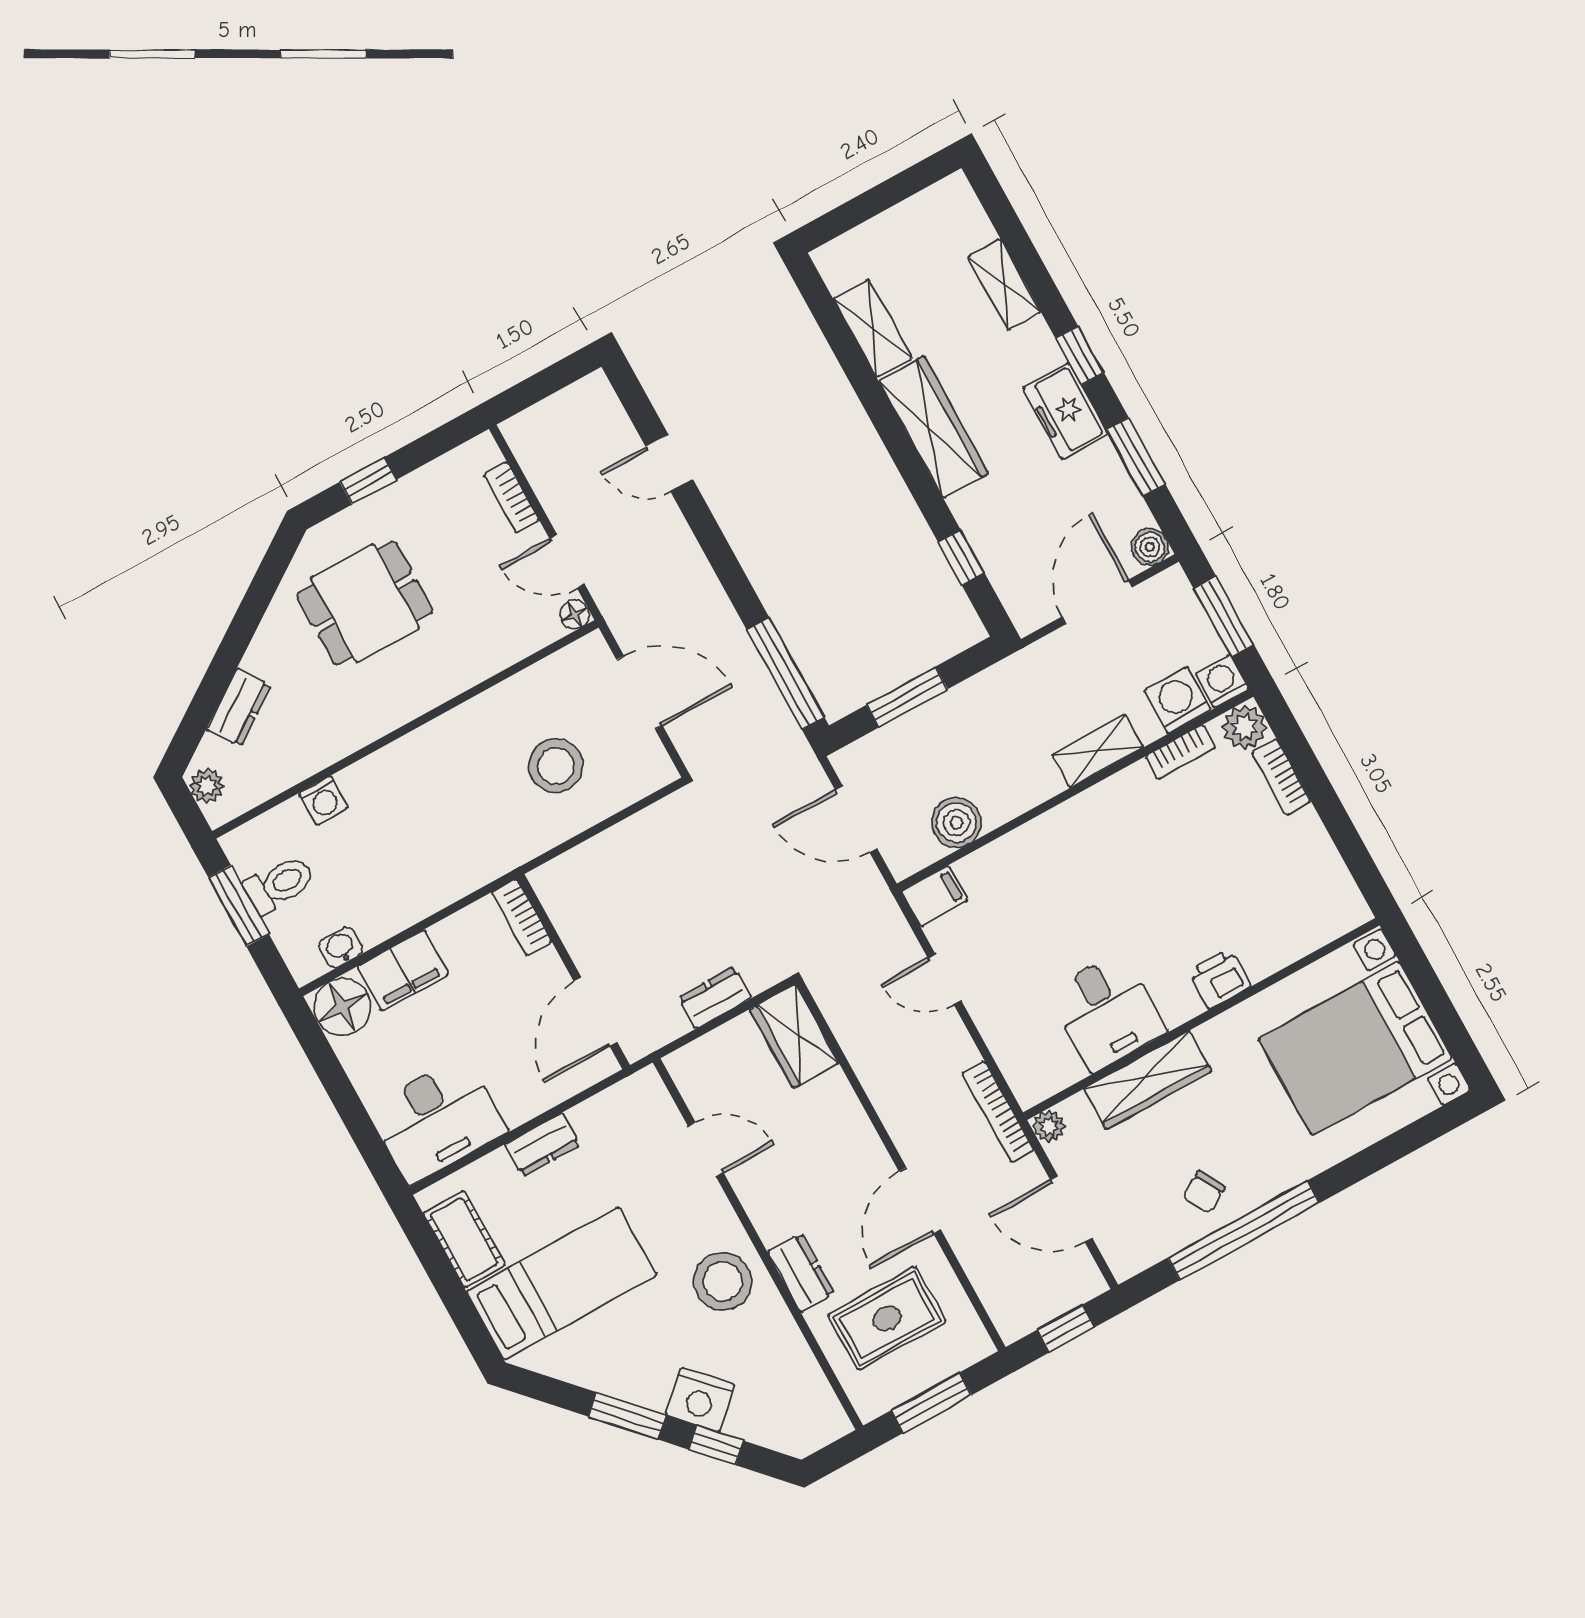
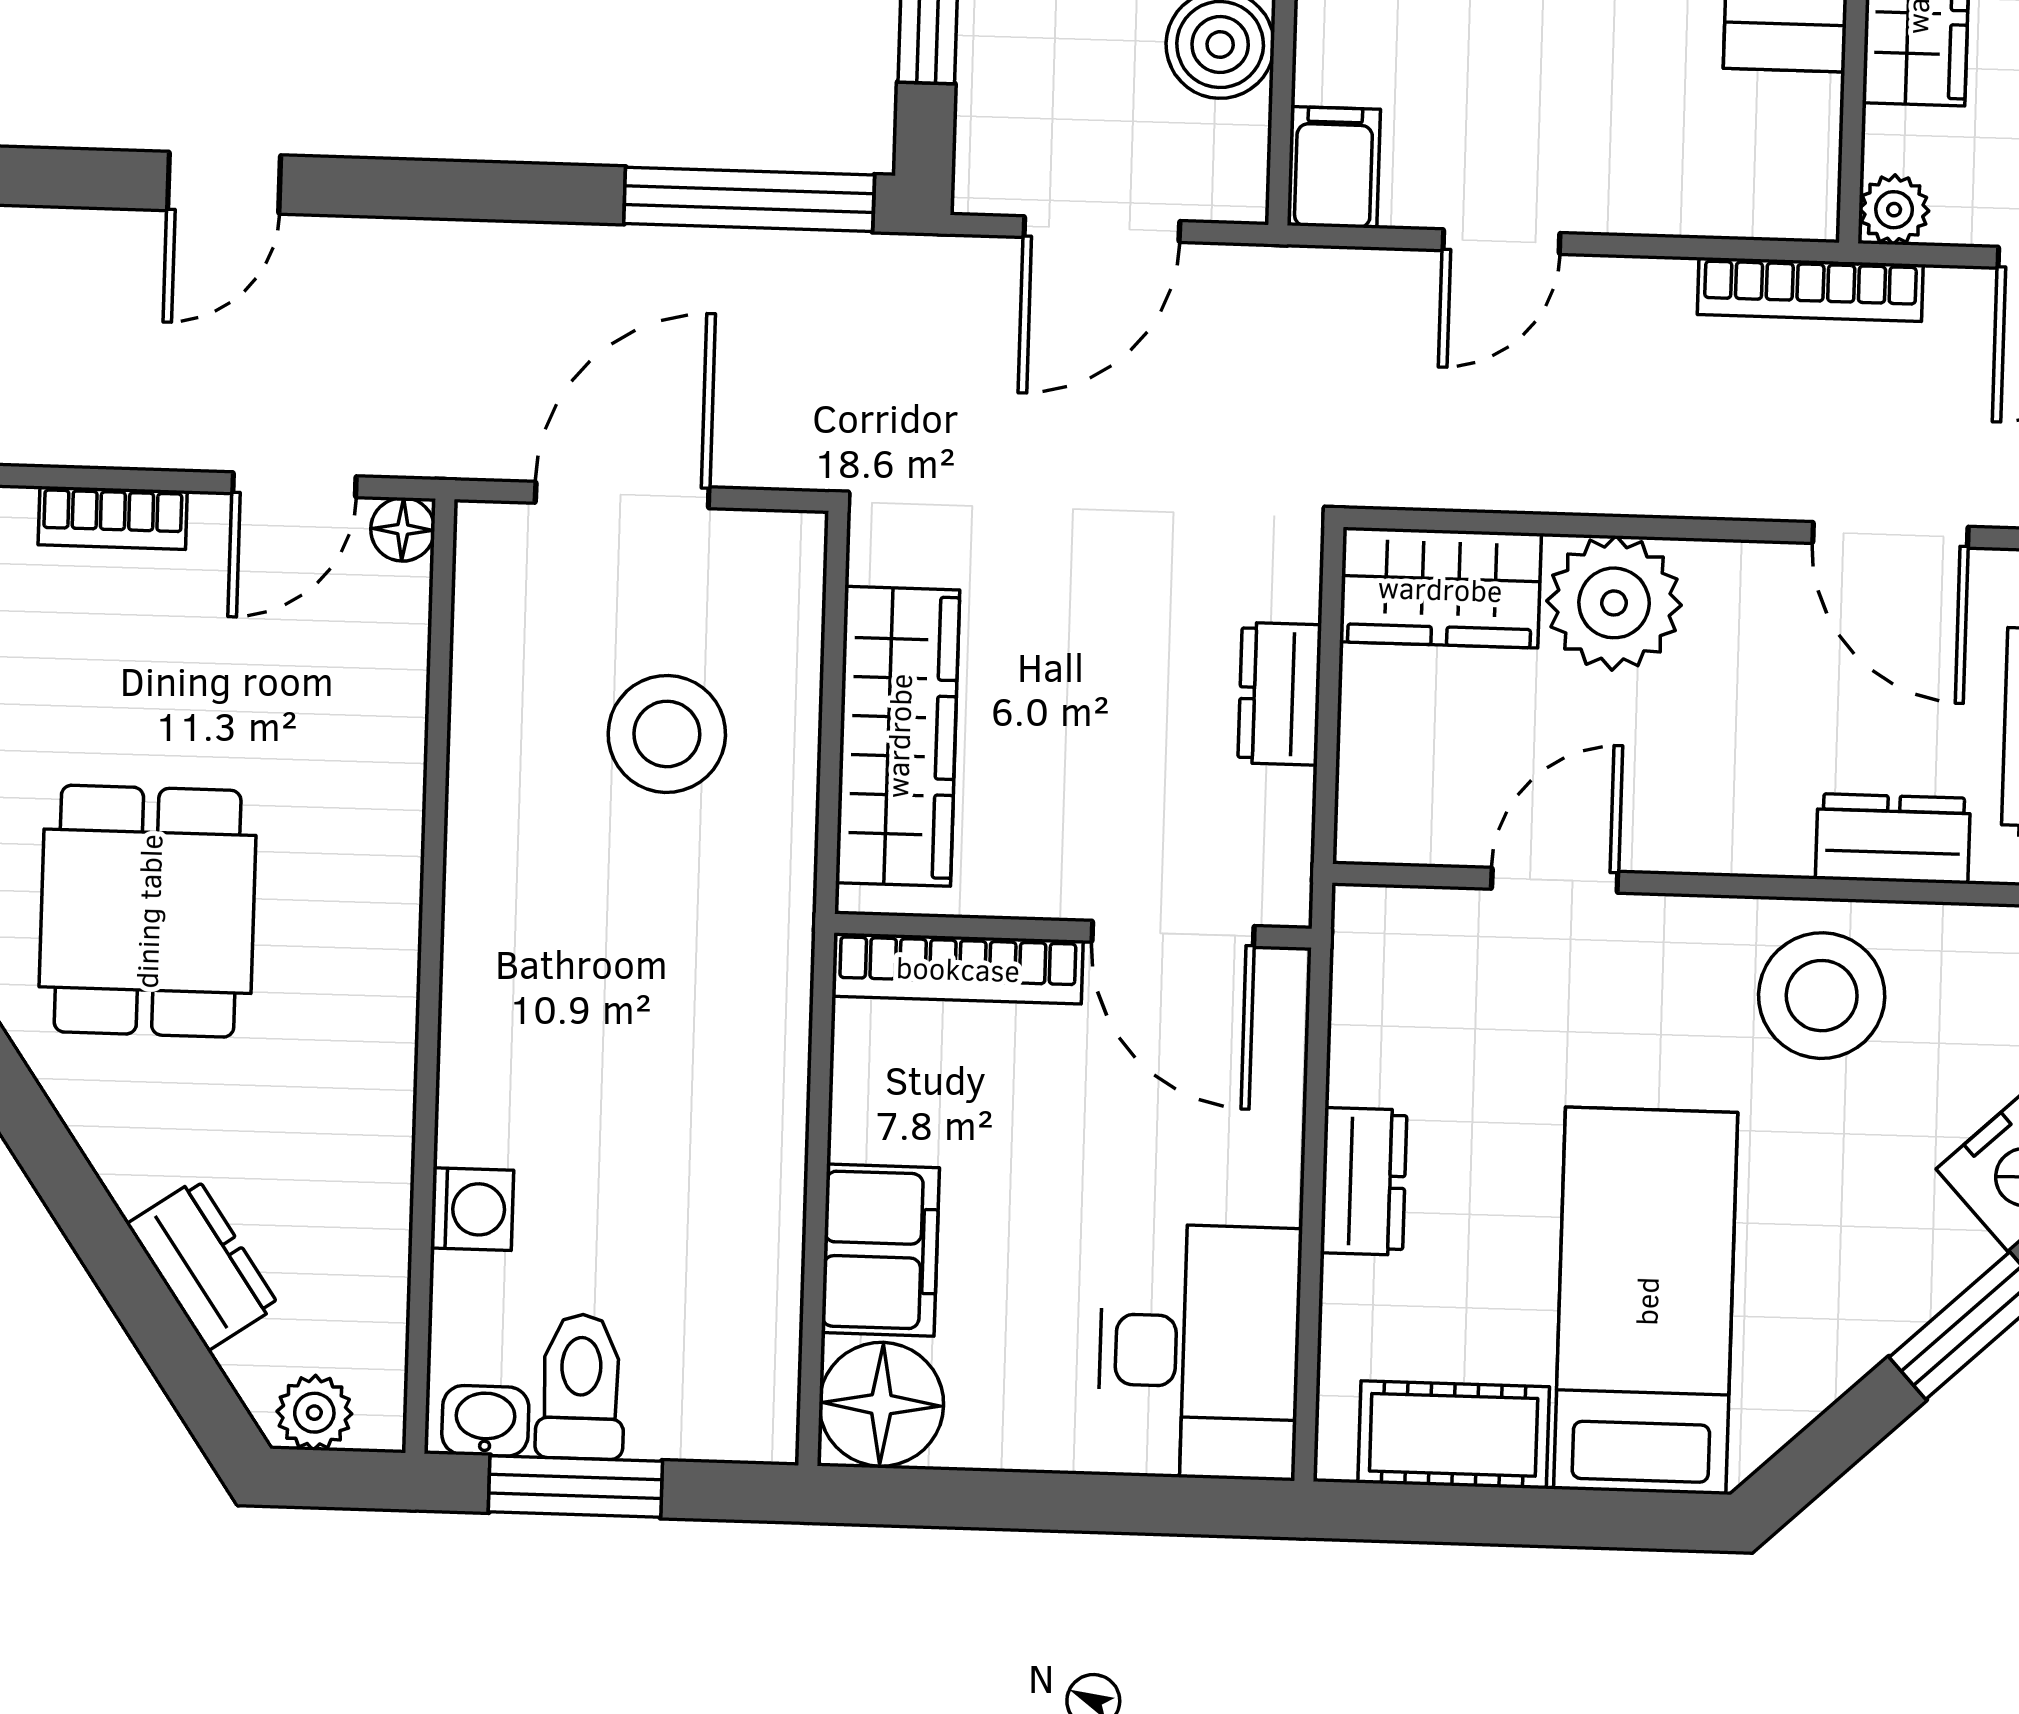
wardrobe: (609, 857) -> (898, 736), added
bookcase: (522, 917) -> (958, 968), width x1.56
washbasin: (341, 947) -> (485, 1421), moved, turned 90
plant: (829, 1108) -> (1614, 603), added

